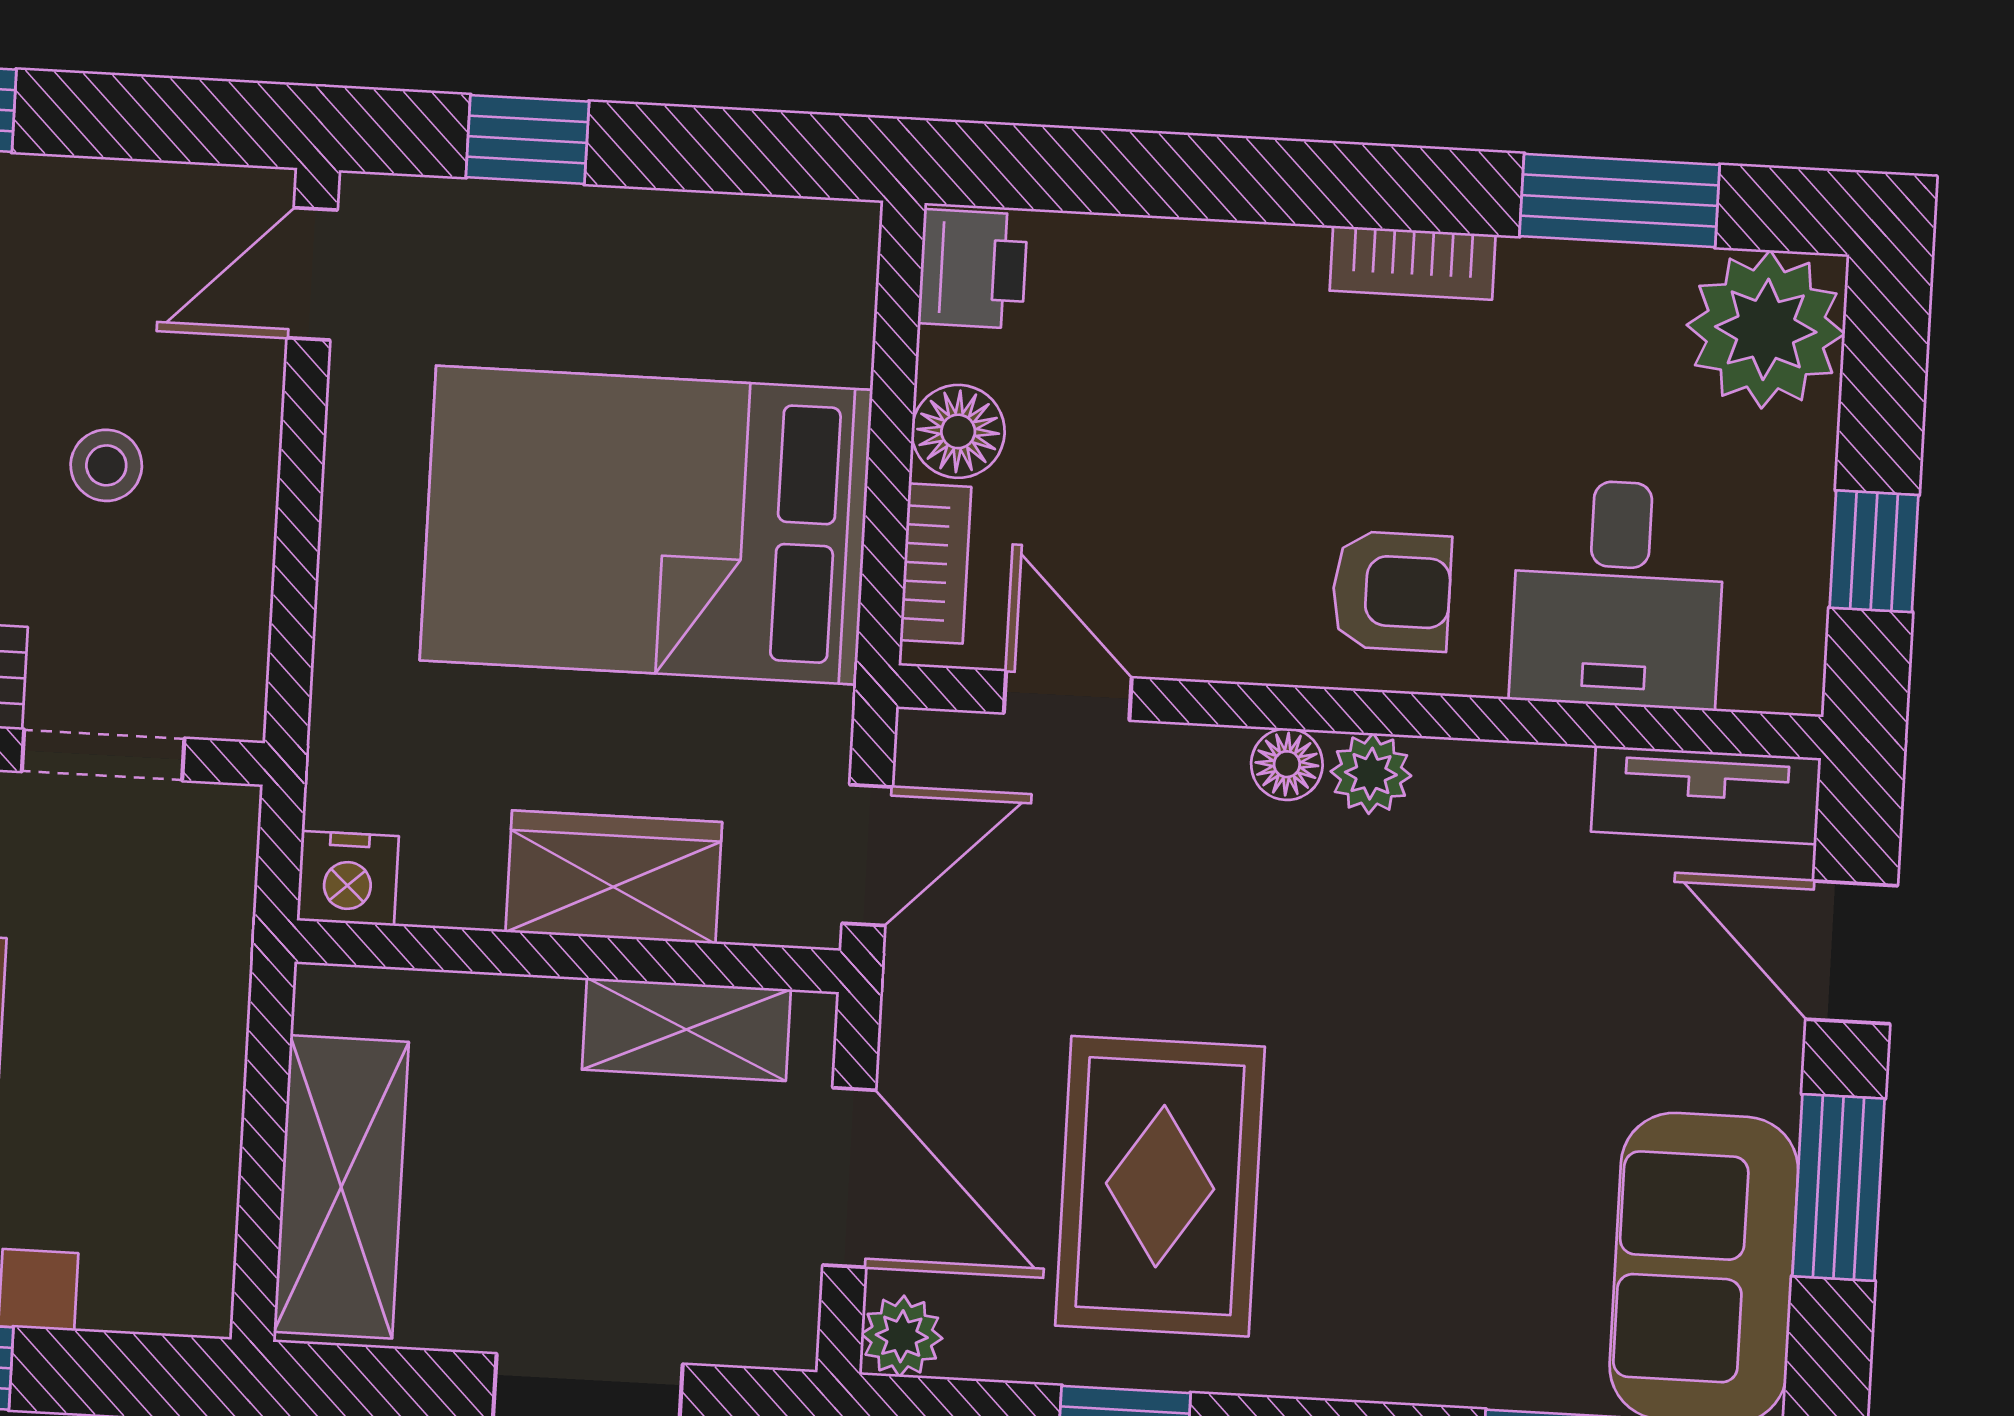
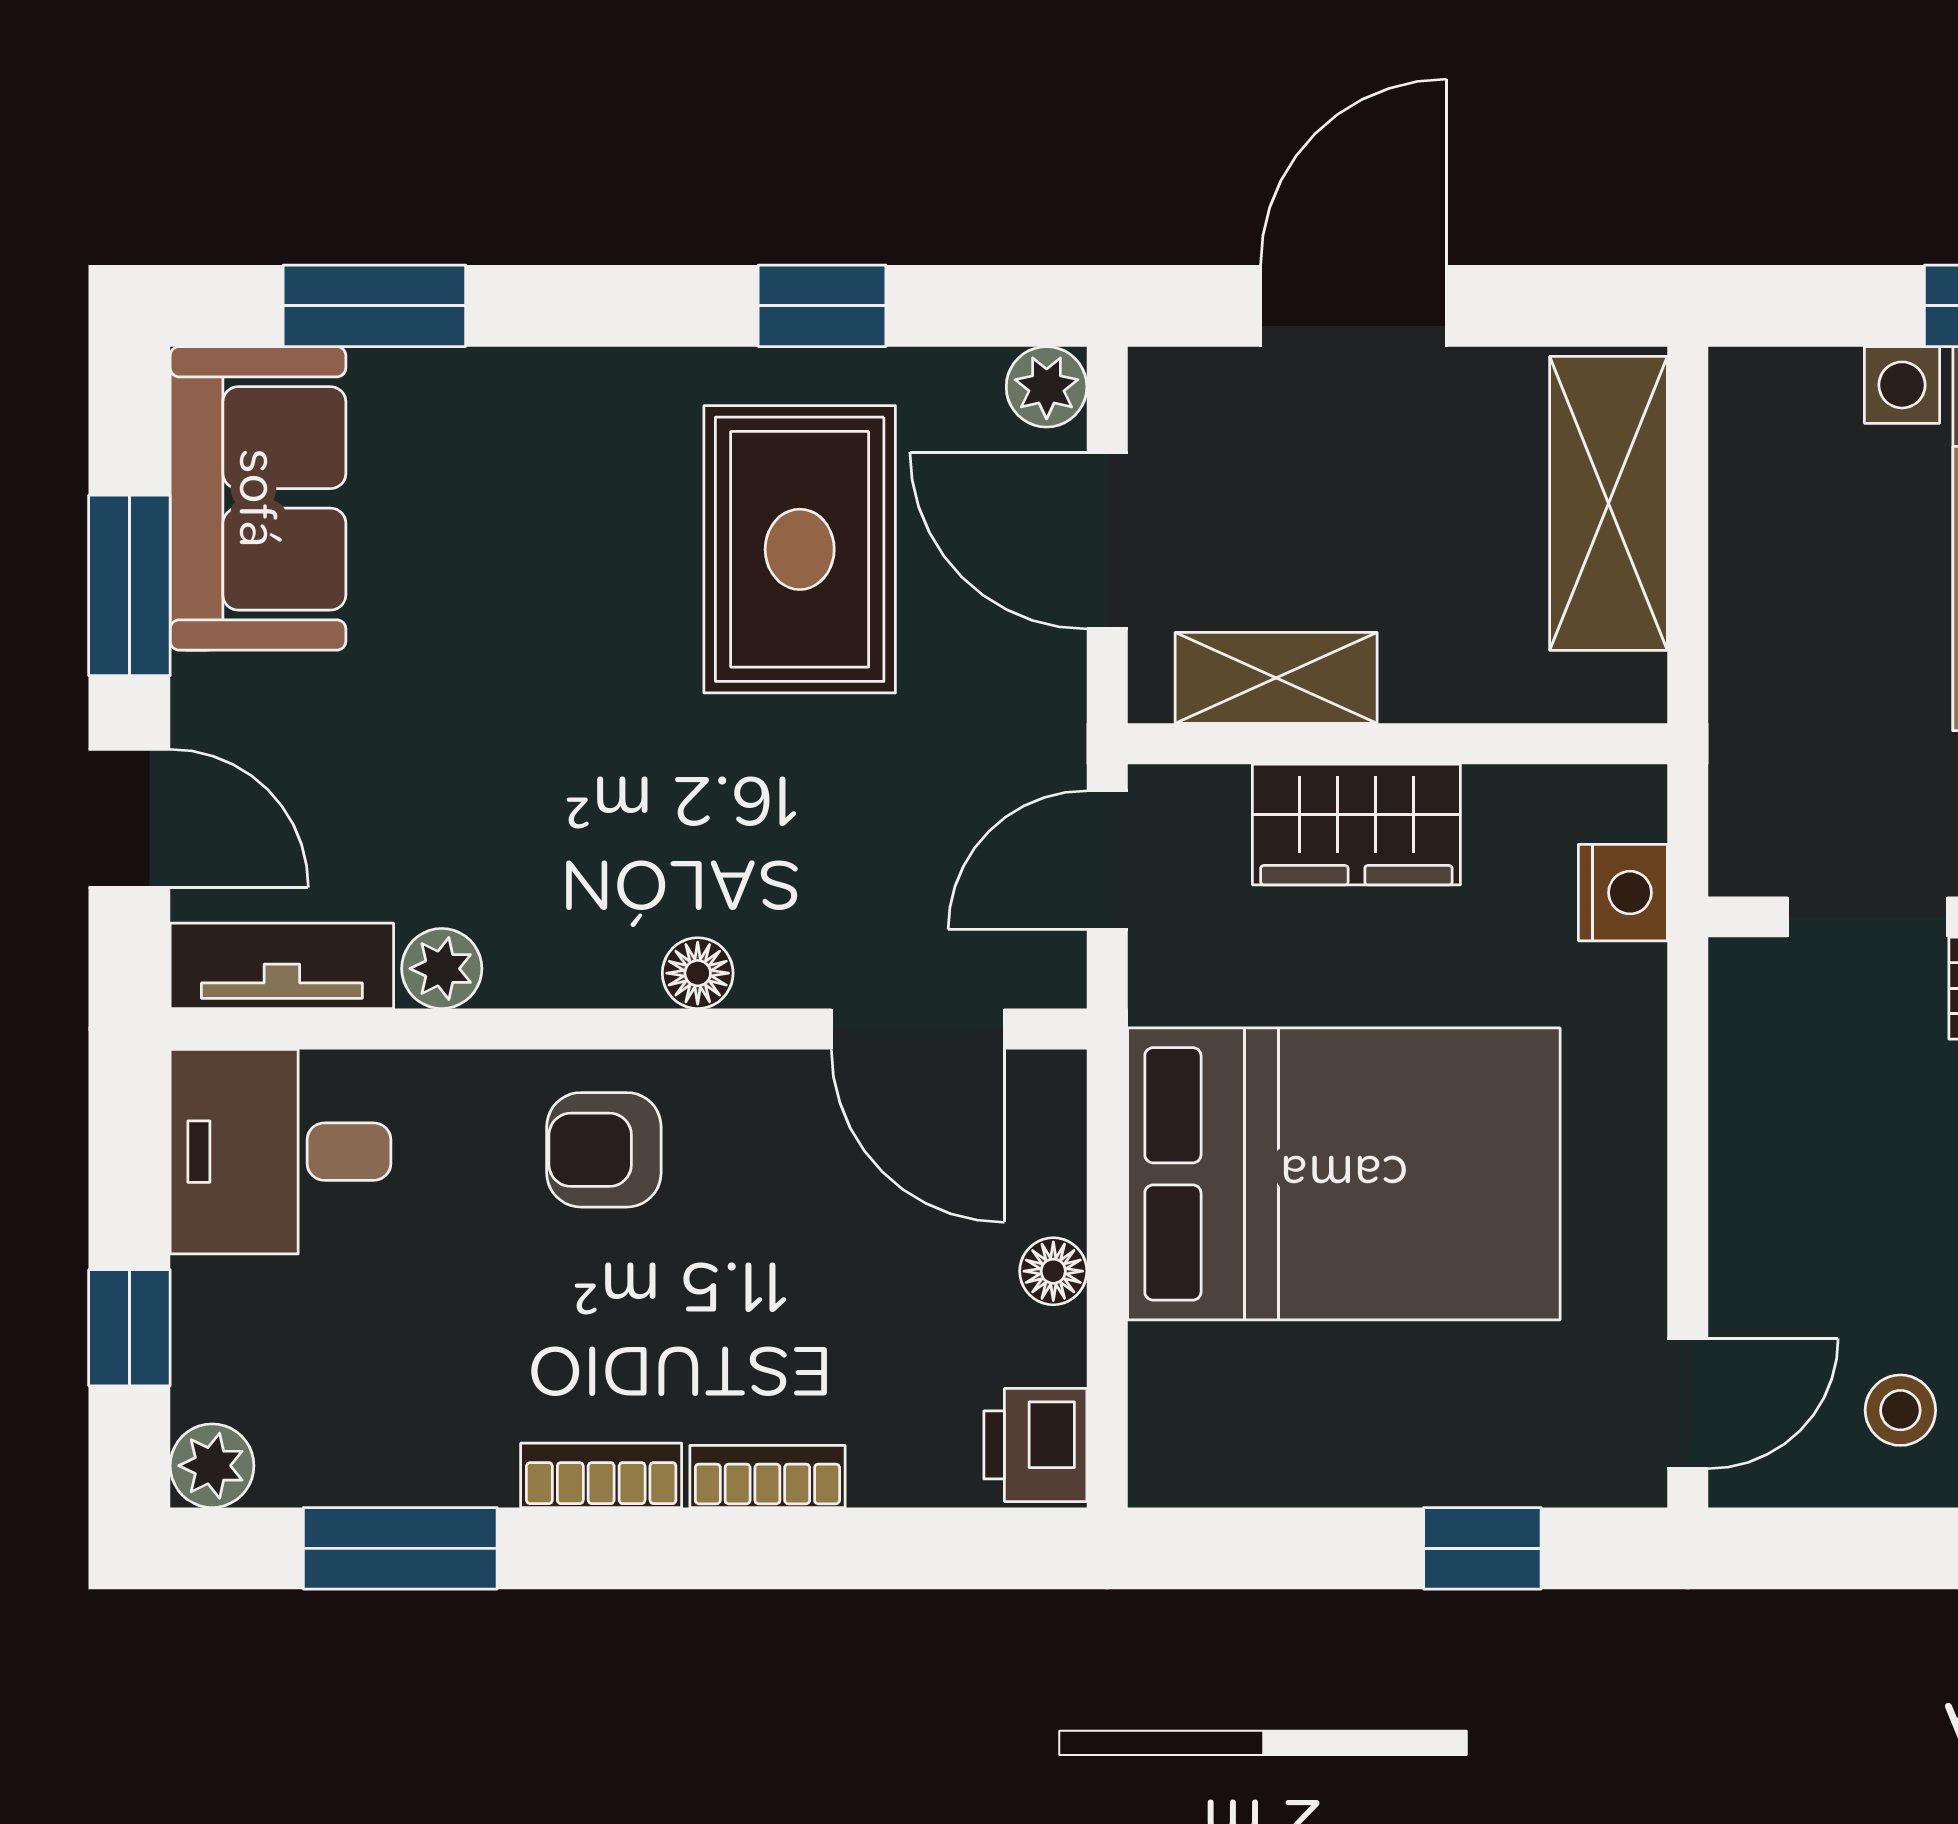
plant: (1766, 329) -> (212, 1466), width x0.53, depth x0.53
floor lamp: (958, 431) -> (1053, 1271), width x0.73, depth x0.73
stool: (106, 465) -> (1900, 1410), moved
window: (1874, 551) -> (129, 1328), moved
bookcase: (936, 564) -> (767, 1477), moved, turned 90
desk: (1618, 594) -> (281, 1152), moved, turned -90
door: (1068, 695) -> (918, 1029), width x1.38
plant: (1371, 774) -> (442, 969), moved
nightstand: (348, 878) -> (1623, 893), moved, turned 90

